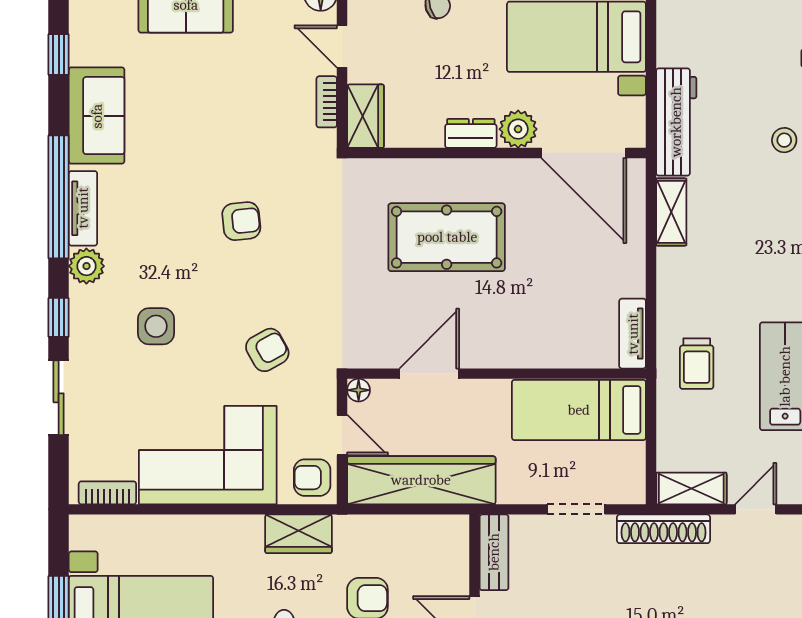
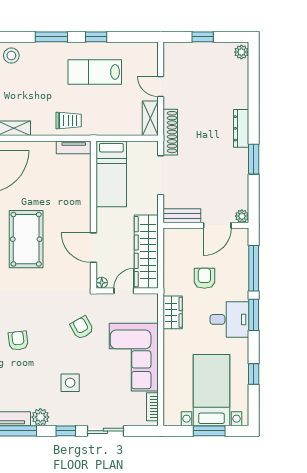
trolley: (697, 364) -> (69, 120), moved
armchair: (312, 478) -> (145, 306), removed
doorway: (576, 509) -> (161, 175), width x1.38

